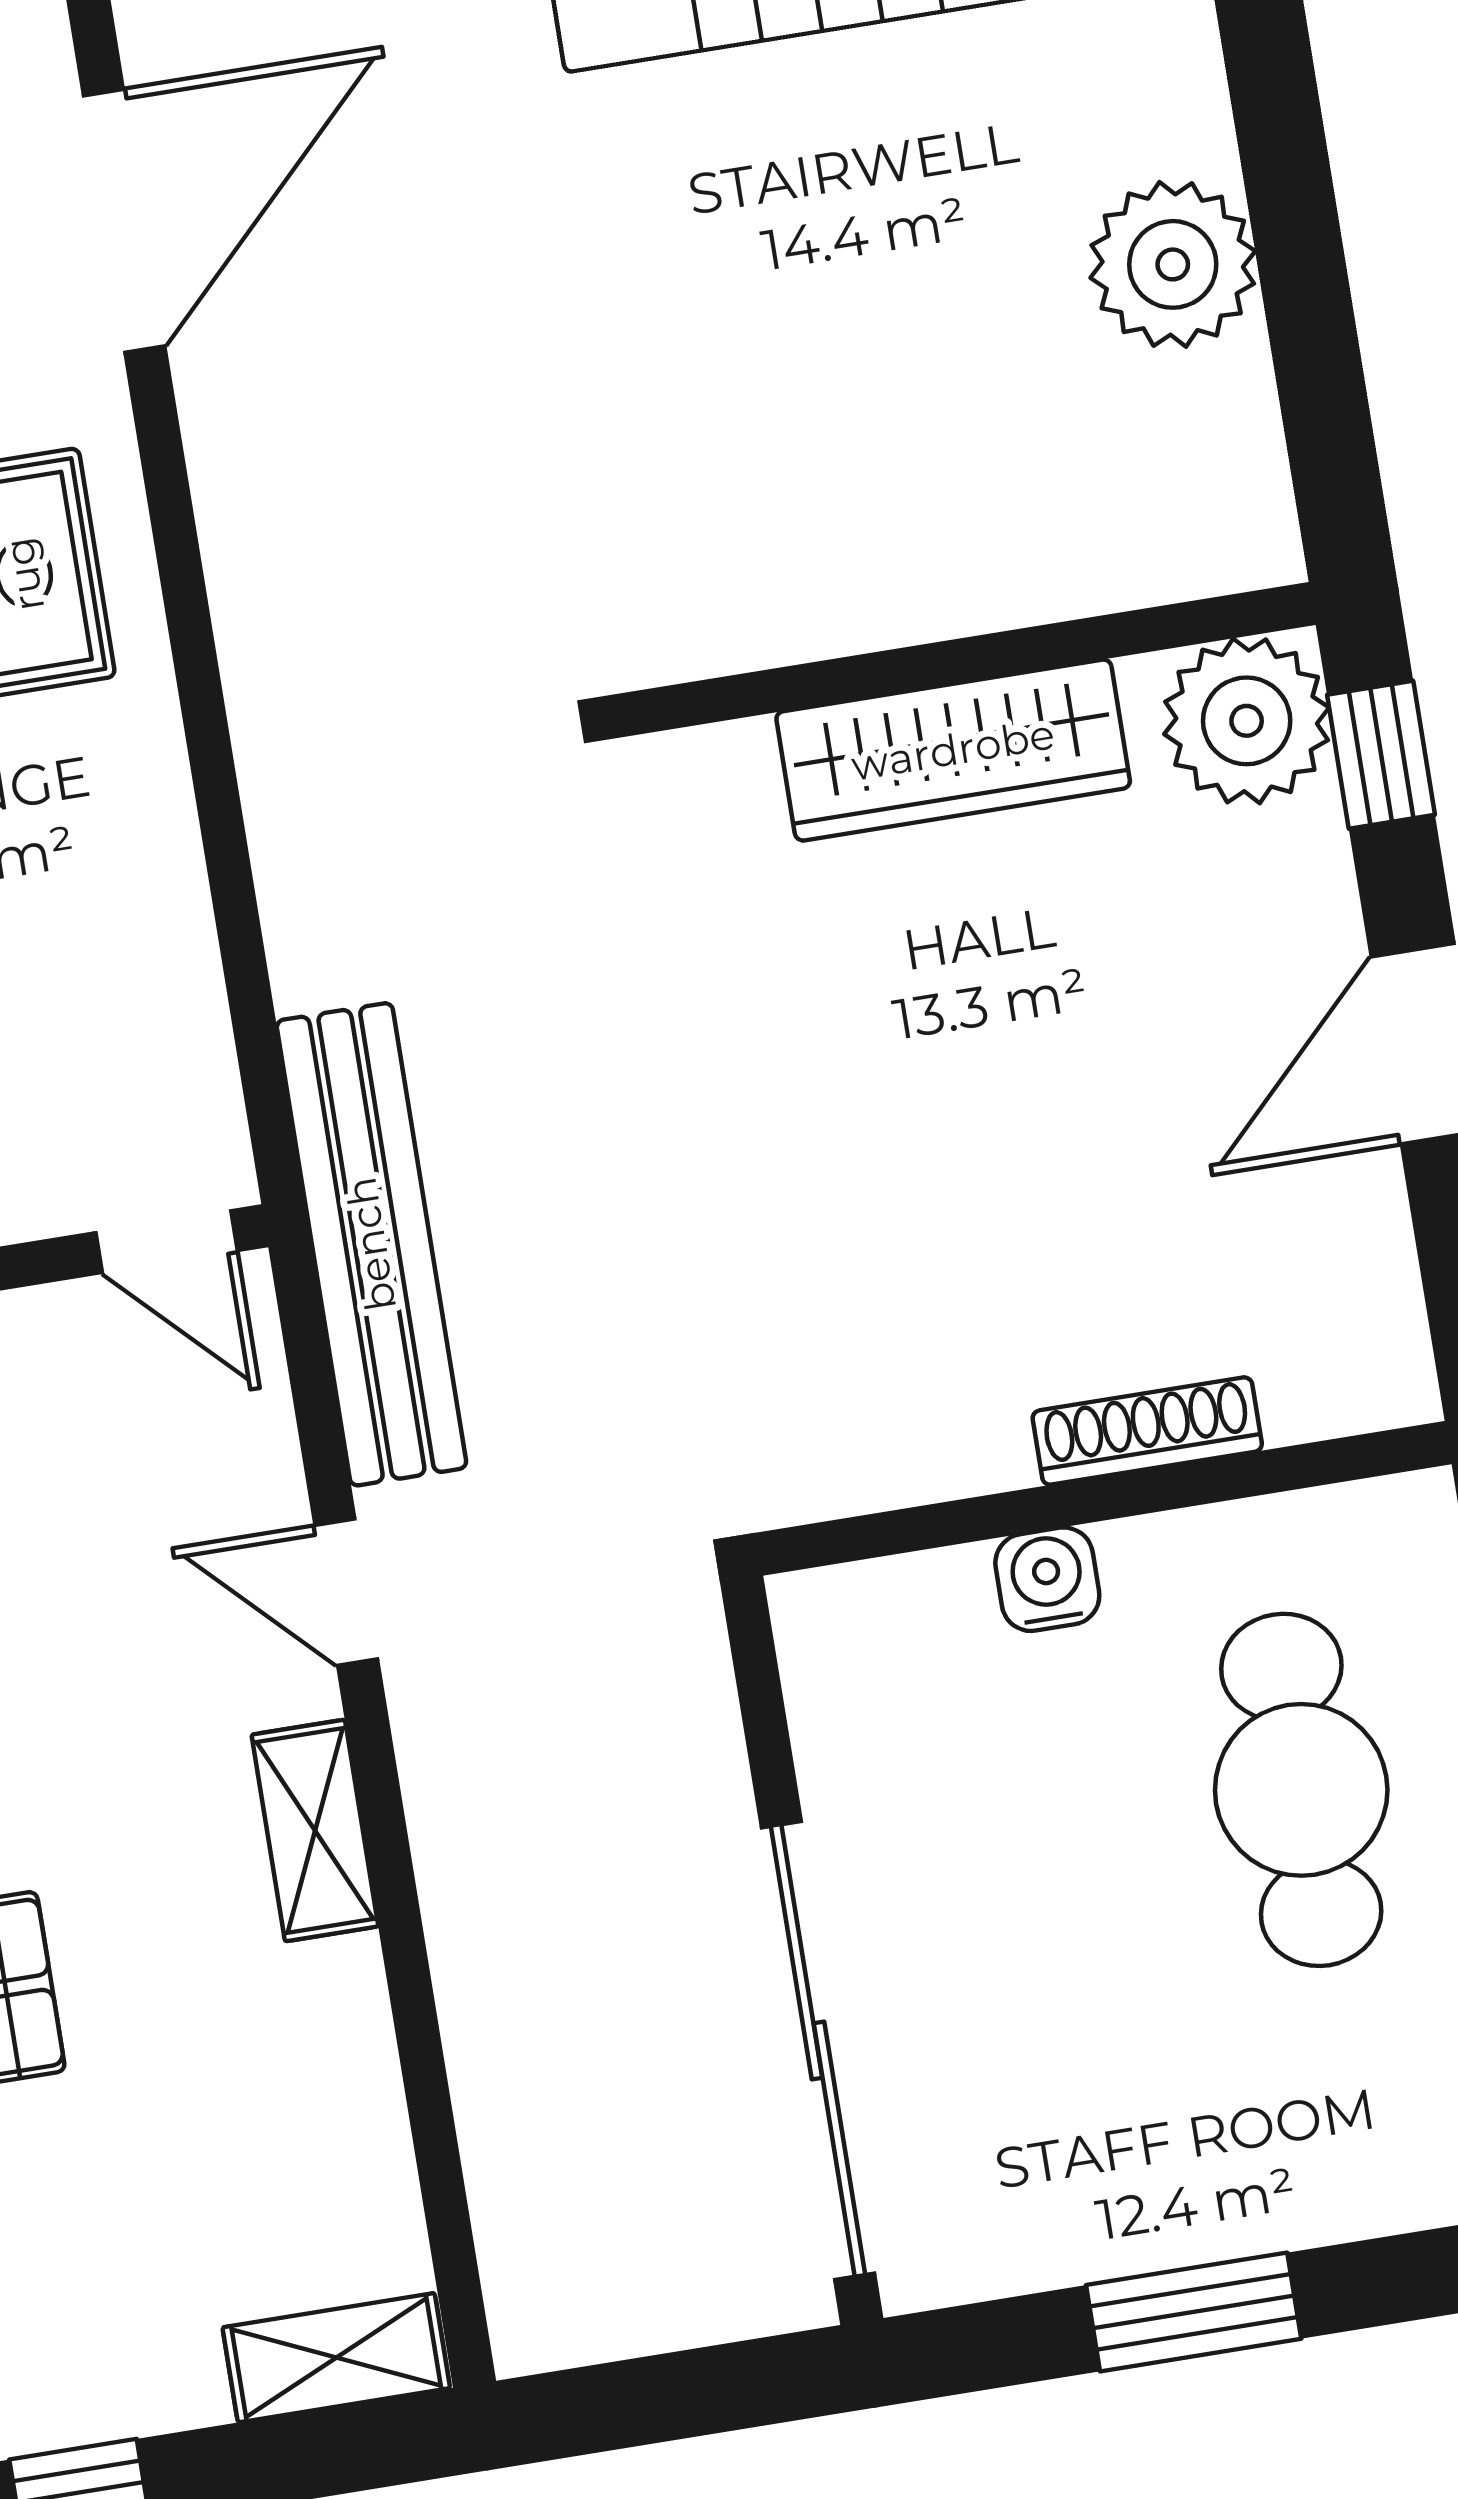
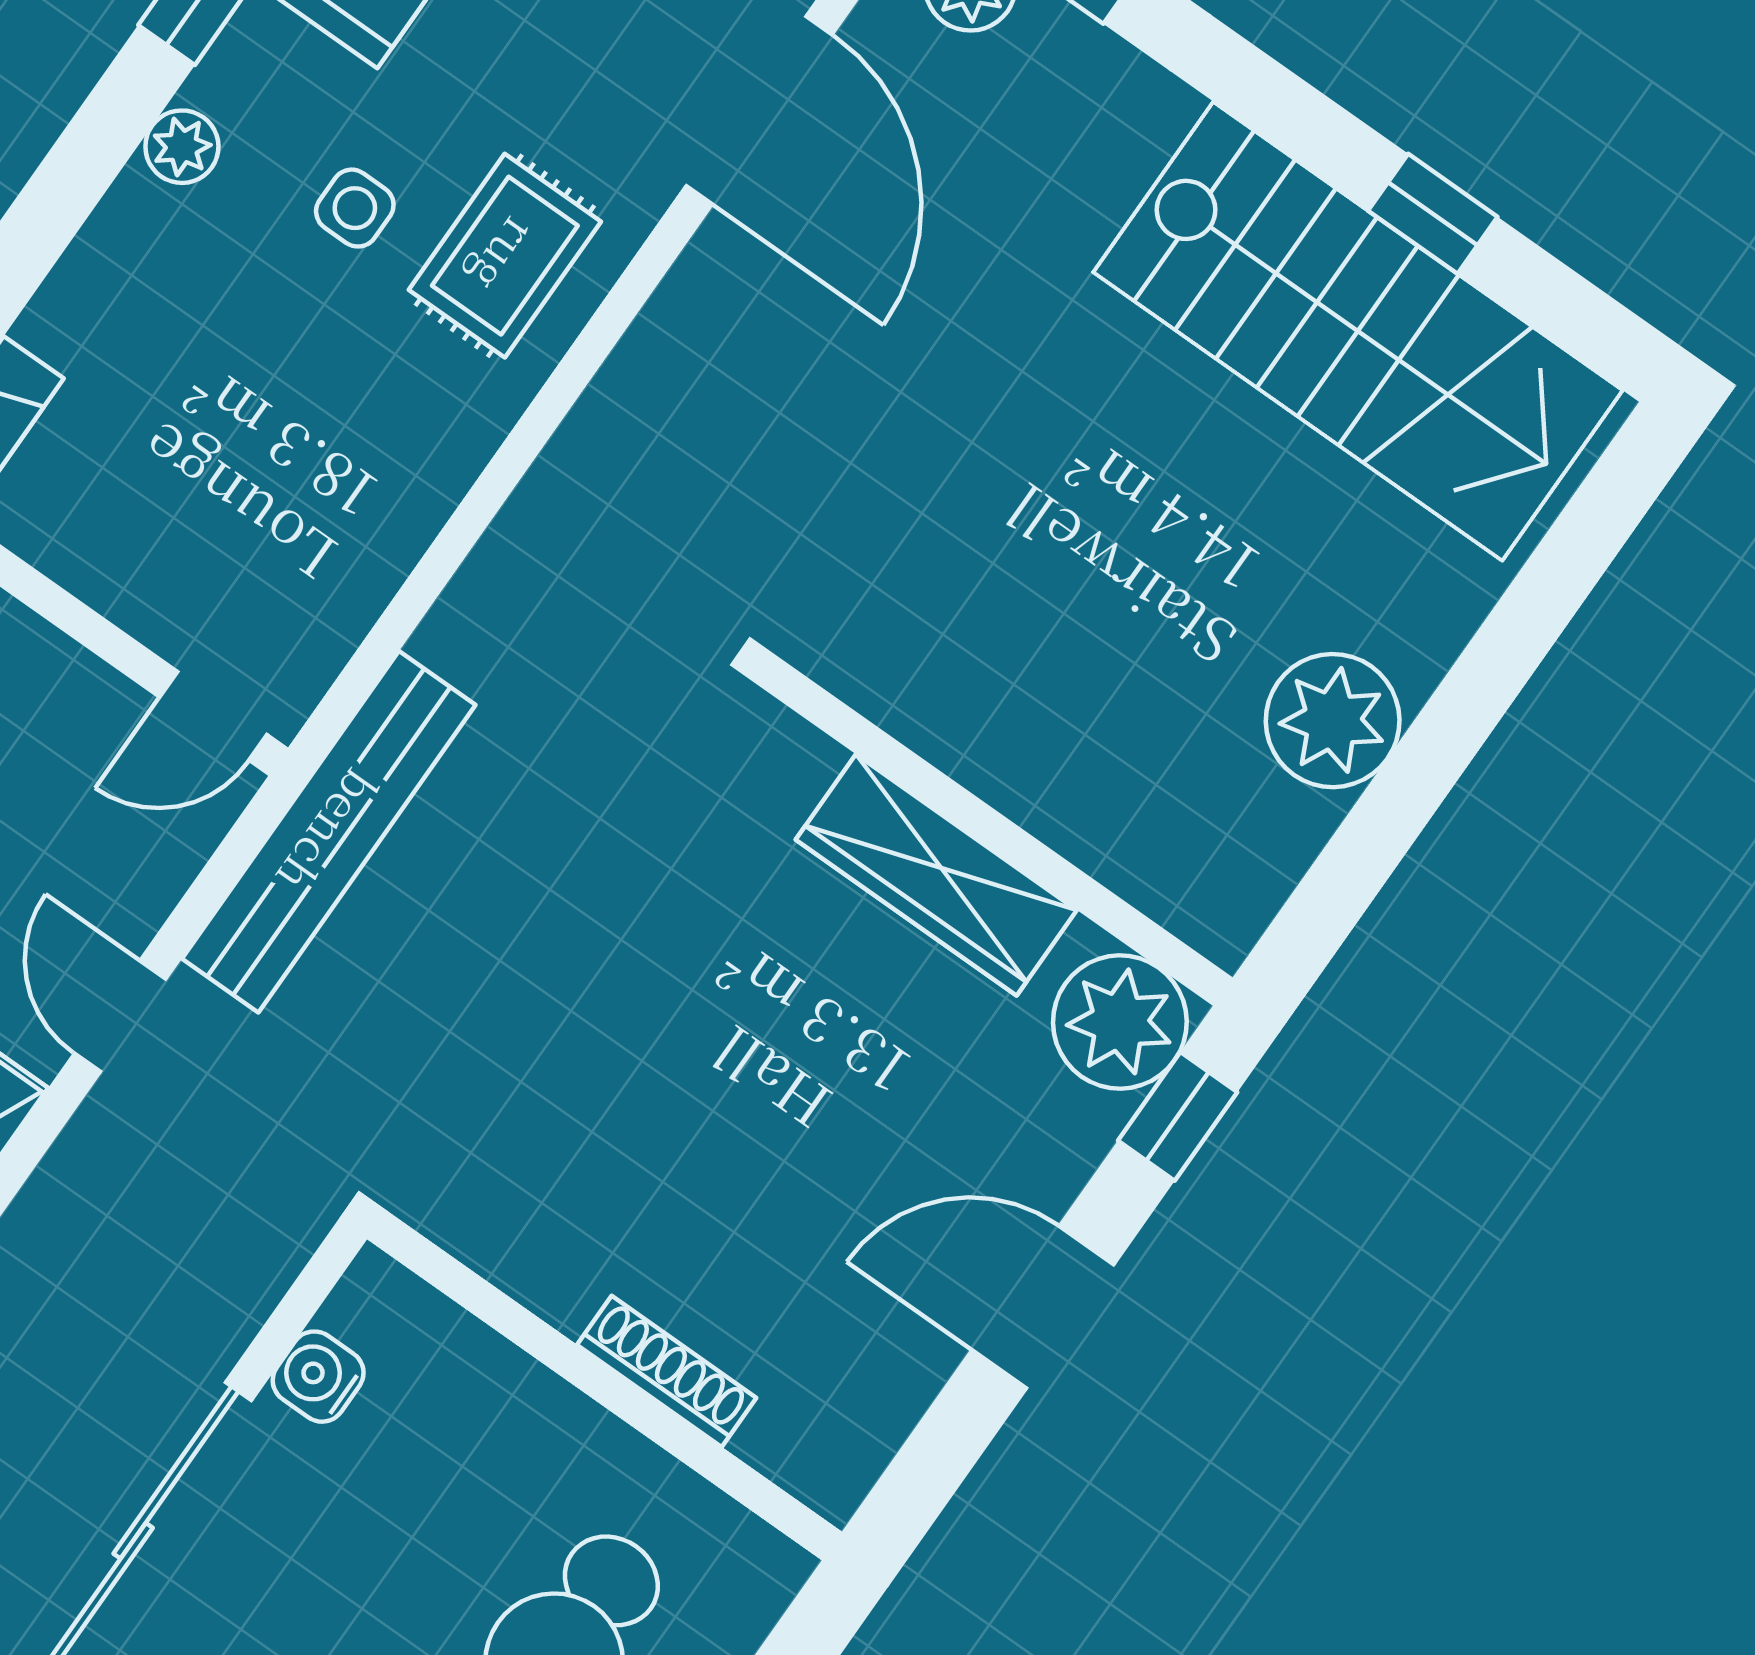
door: (124, 221) -> (759, 110), hinge flipped
door: (166, 1242) -> (213, 716), hinge flipped
water cooler: (1047, 1579) -> (318, 1377), moved, turned -90

